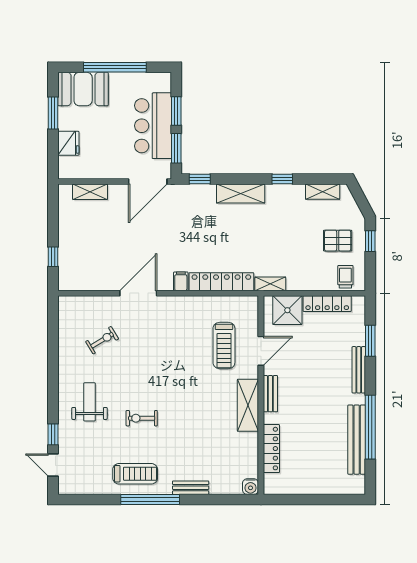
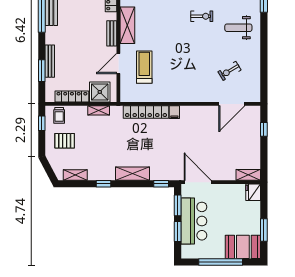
fridge: (68, 143) -> (253, 192), moved
door: (148, 181) -> (198, 182), hinge flipped
shelving: (90, 192) -> (248, 175), moved
window: (370, 241) -> (42, 123), moved
shelving: (270, 284) -> (99, 110), moved
door: (138, 293) -> (232, 104), moved
bench: (359, 370) -> (50, 61), moved
weight bench: (90, 402) -> (238, 28), turned 90

